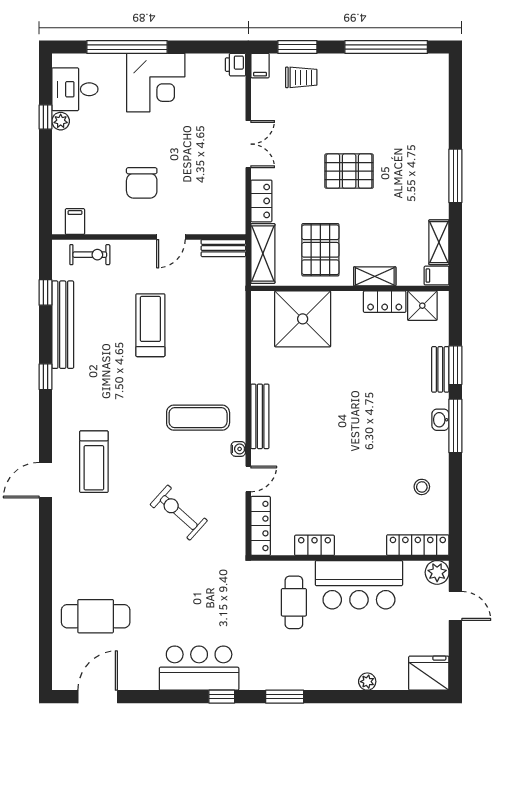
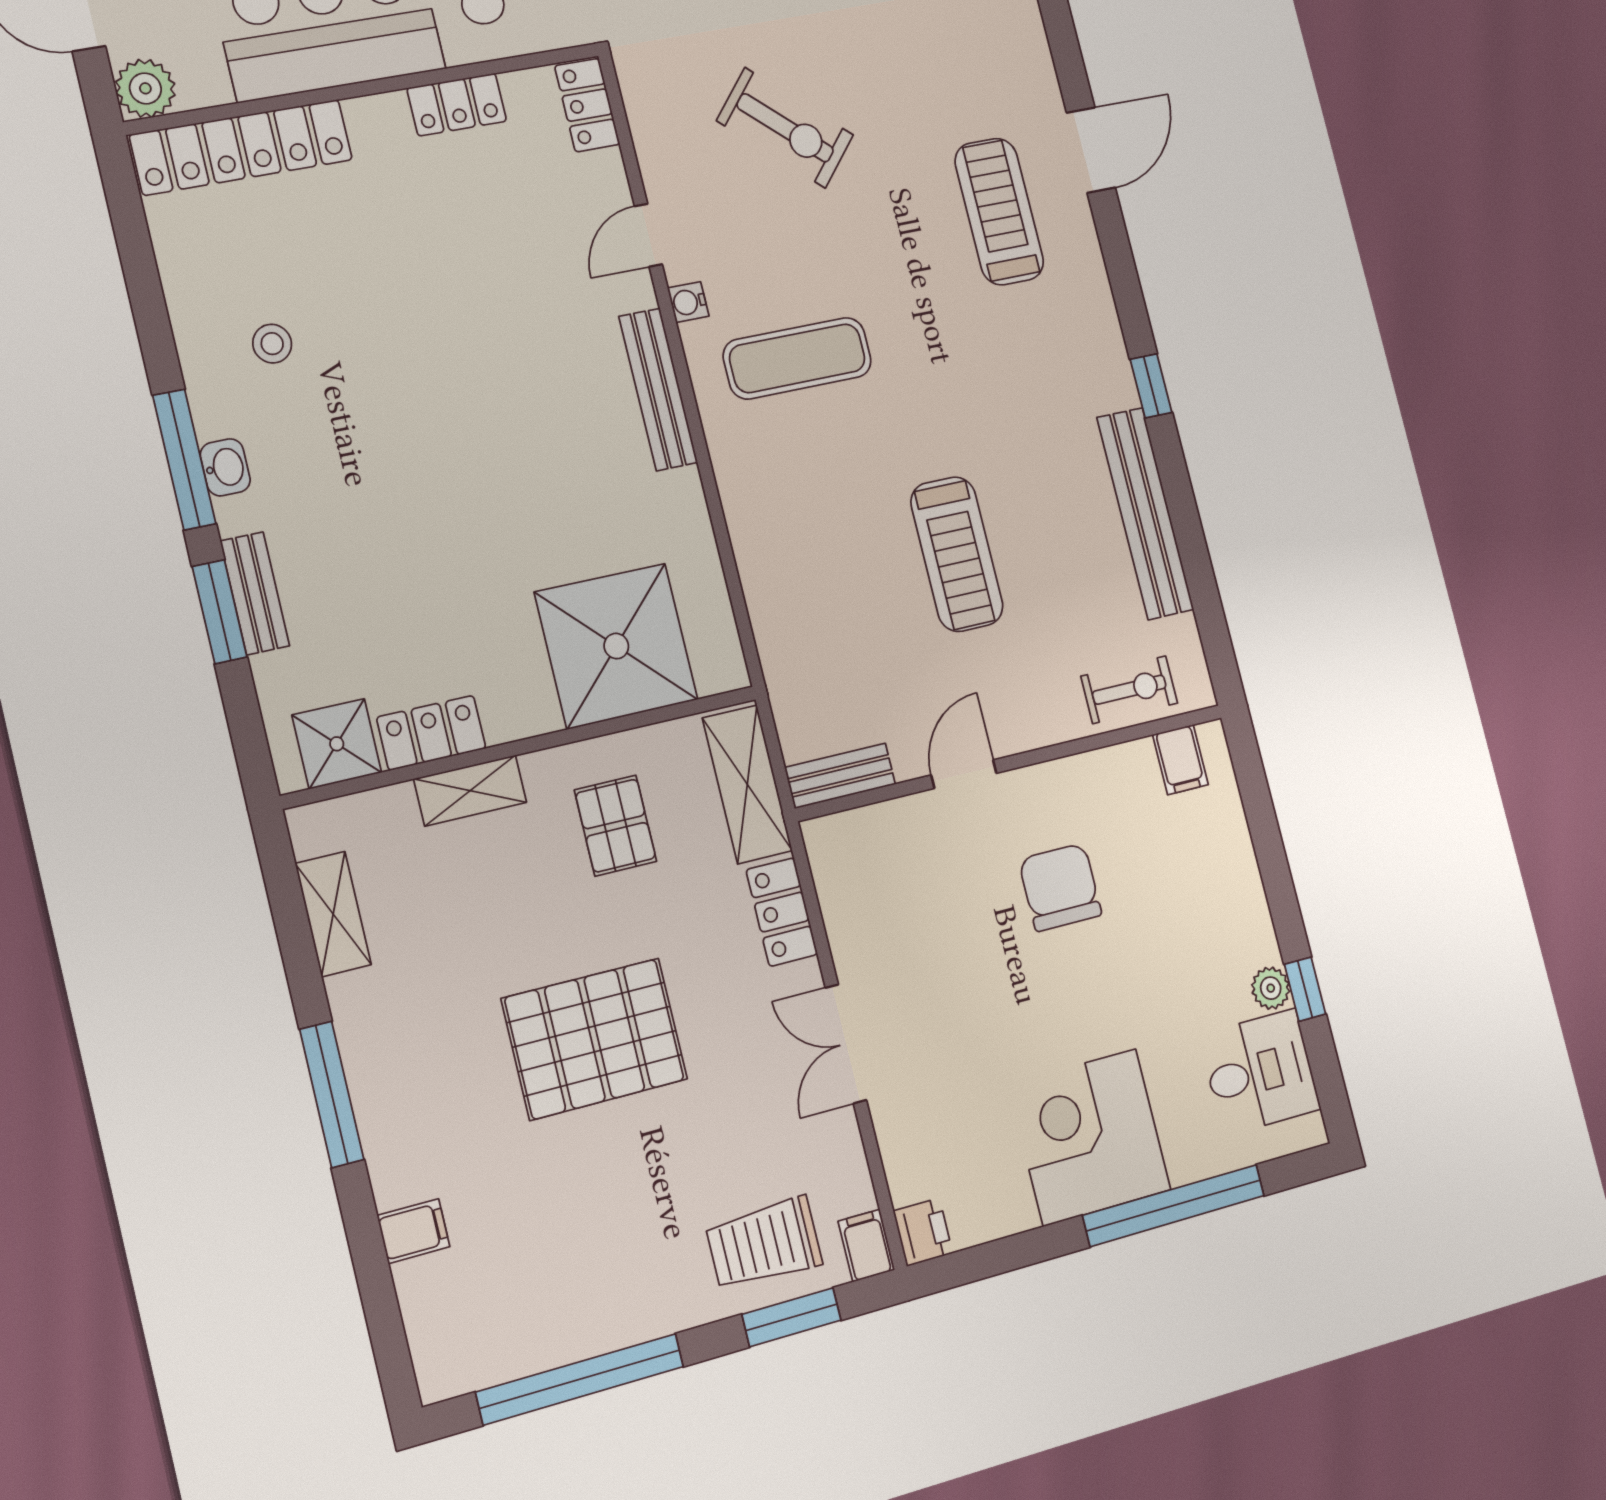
trolley: (301, 77) -> (764, 1244), width x1.36, depth x1.39
pallet: (349, 171) -> (595, 1039), width x1.37, depth x1.41
pallet: (320, 250) -> (616, 826), width x0.67, depth x0.71
exercise bike: (90, 255) -> (1129, 690), turned 180
filing cabinet: (437, 276) -> (413, 1231), moved
window: (45, 292) -> (1201, 580), removed
stool: (422, 487) -> (272, 344), moved
locker: (261, 526) -> (587, 105), width x0.66
locker: (418, 545) -> (241, 147), width x1.41, depth x1.21

